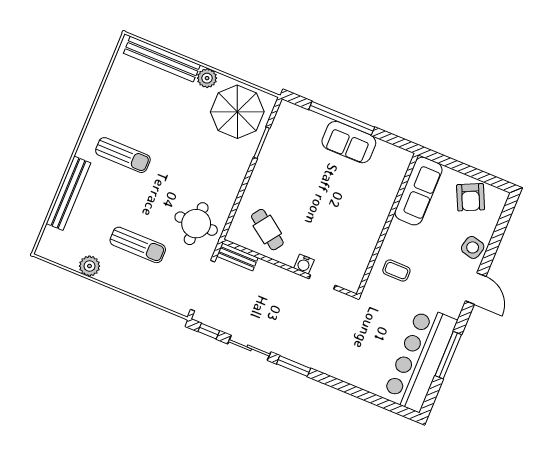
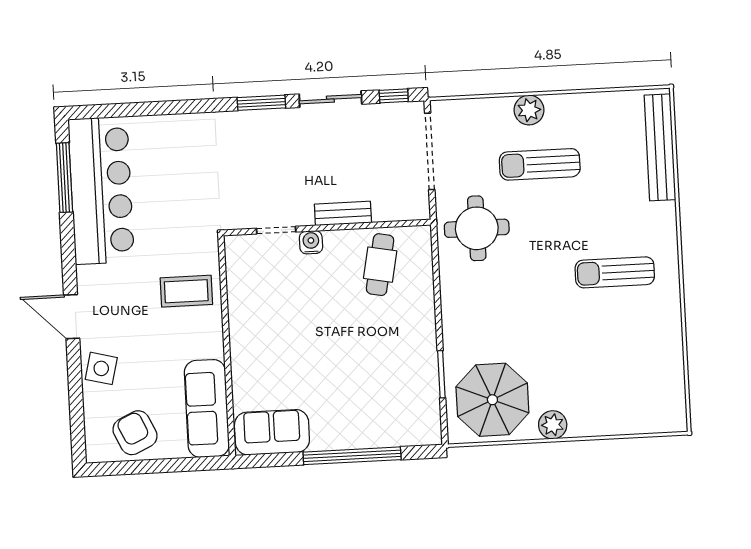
bench: (162, 59) -> (623, 422), removed
sofa: (349, 142) -> (272, 432), moved
bench: (68, 193) -> (660, 147), moved
cafe table: (267, 230) -> (380, 265), turned 65
bench: (237, 257) -> (343, 213), moved
plant: (90, 266) -> (529, 110), moved
coffee table: (396, 271) -> (186, 291), width x1.36, depth x1.30
window: (448, 355) -> (64, 178), moved

